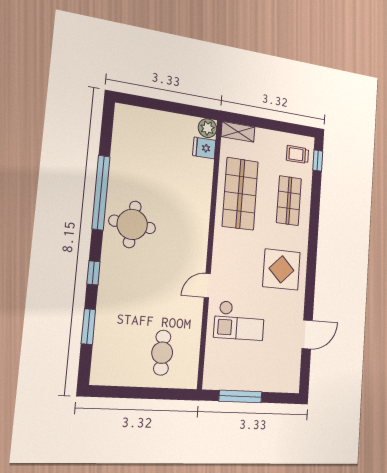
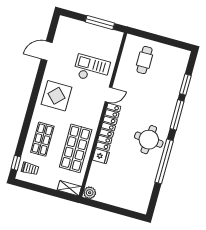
fridge: (204, 148) -> (101, 156), moved
locker: (198, 235) -> (108, 127), added
window: (93, 273) -> (177, 115), width x2.17

